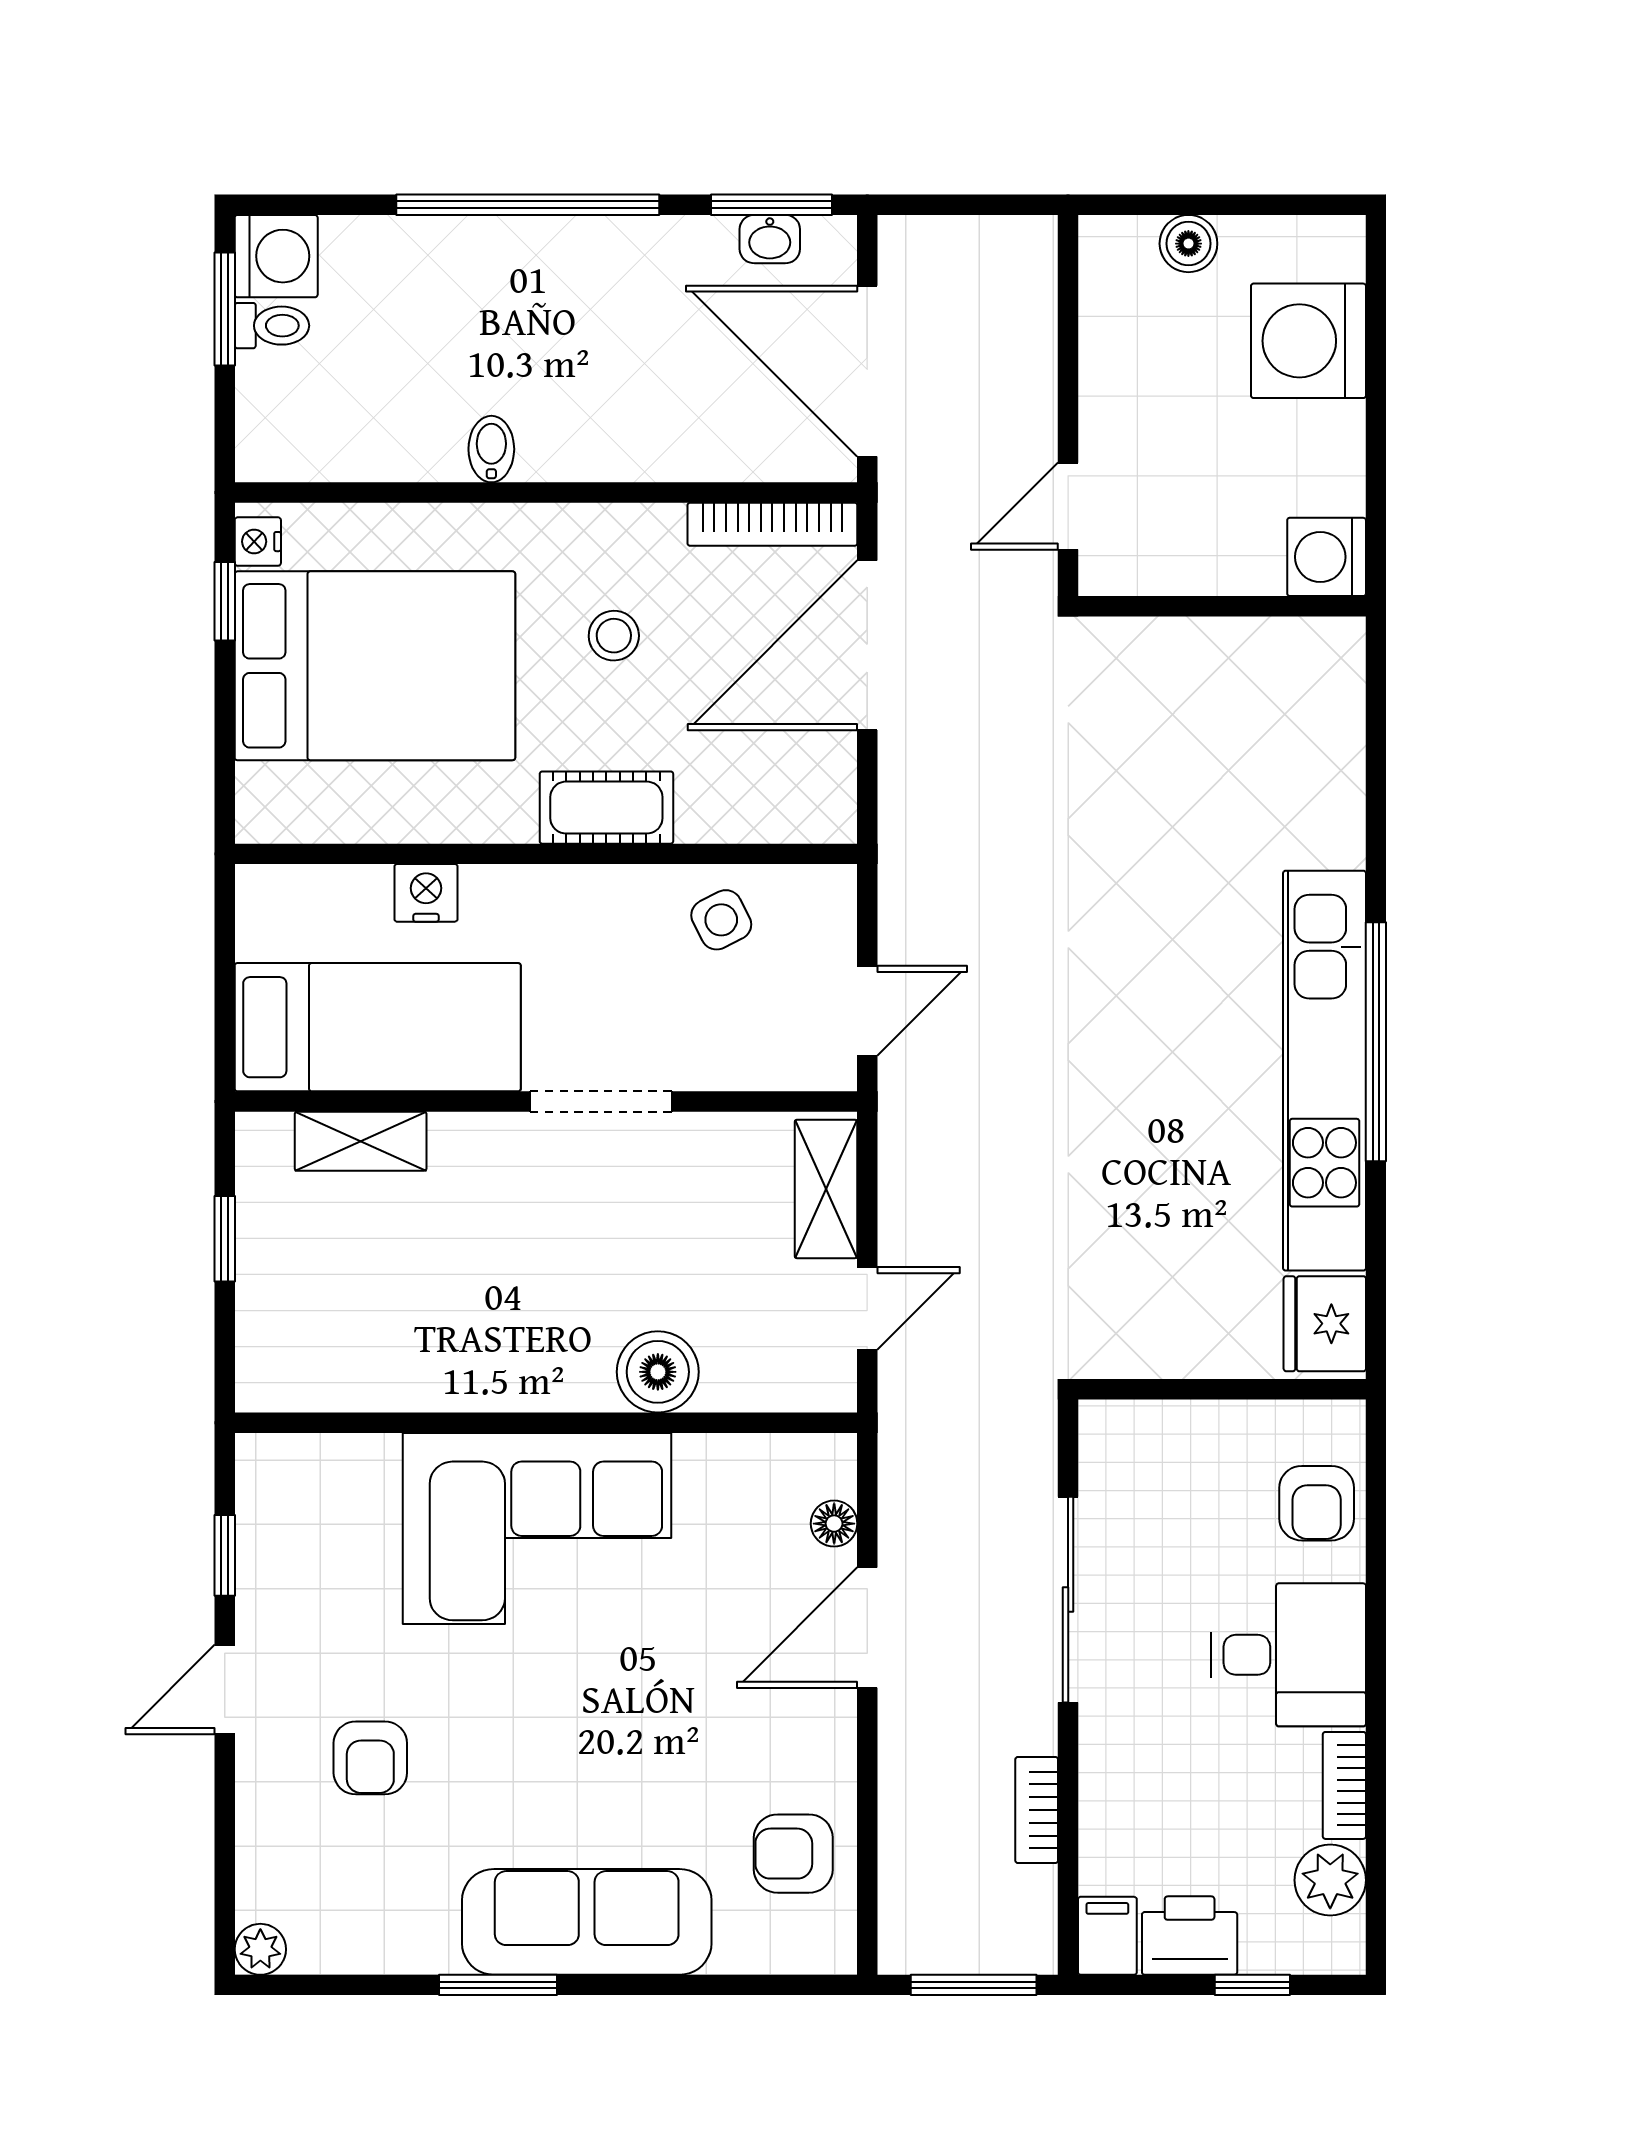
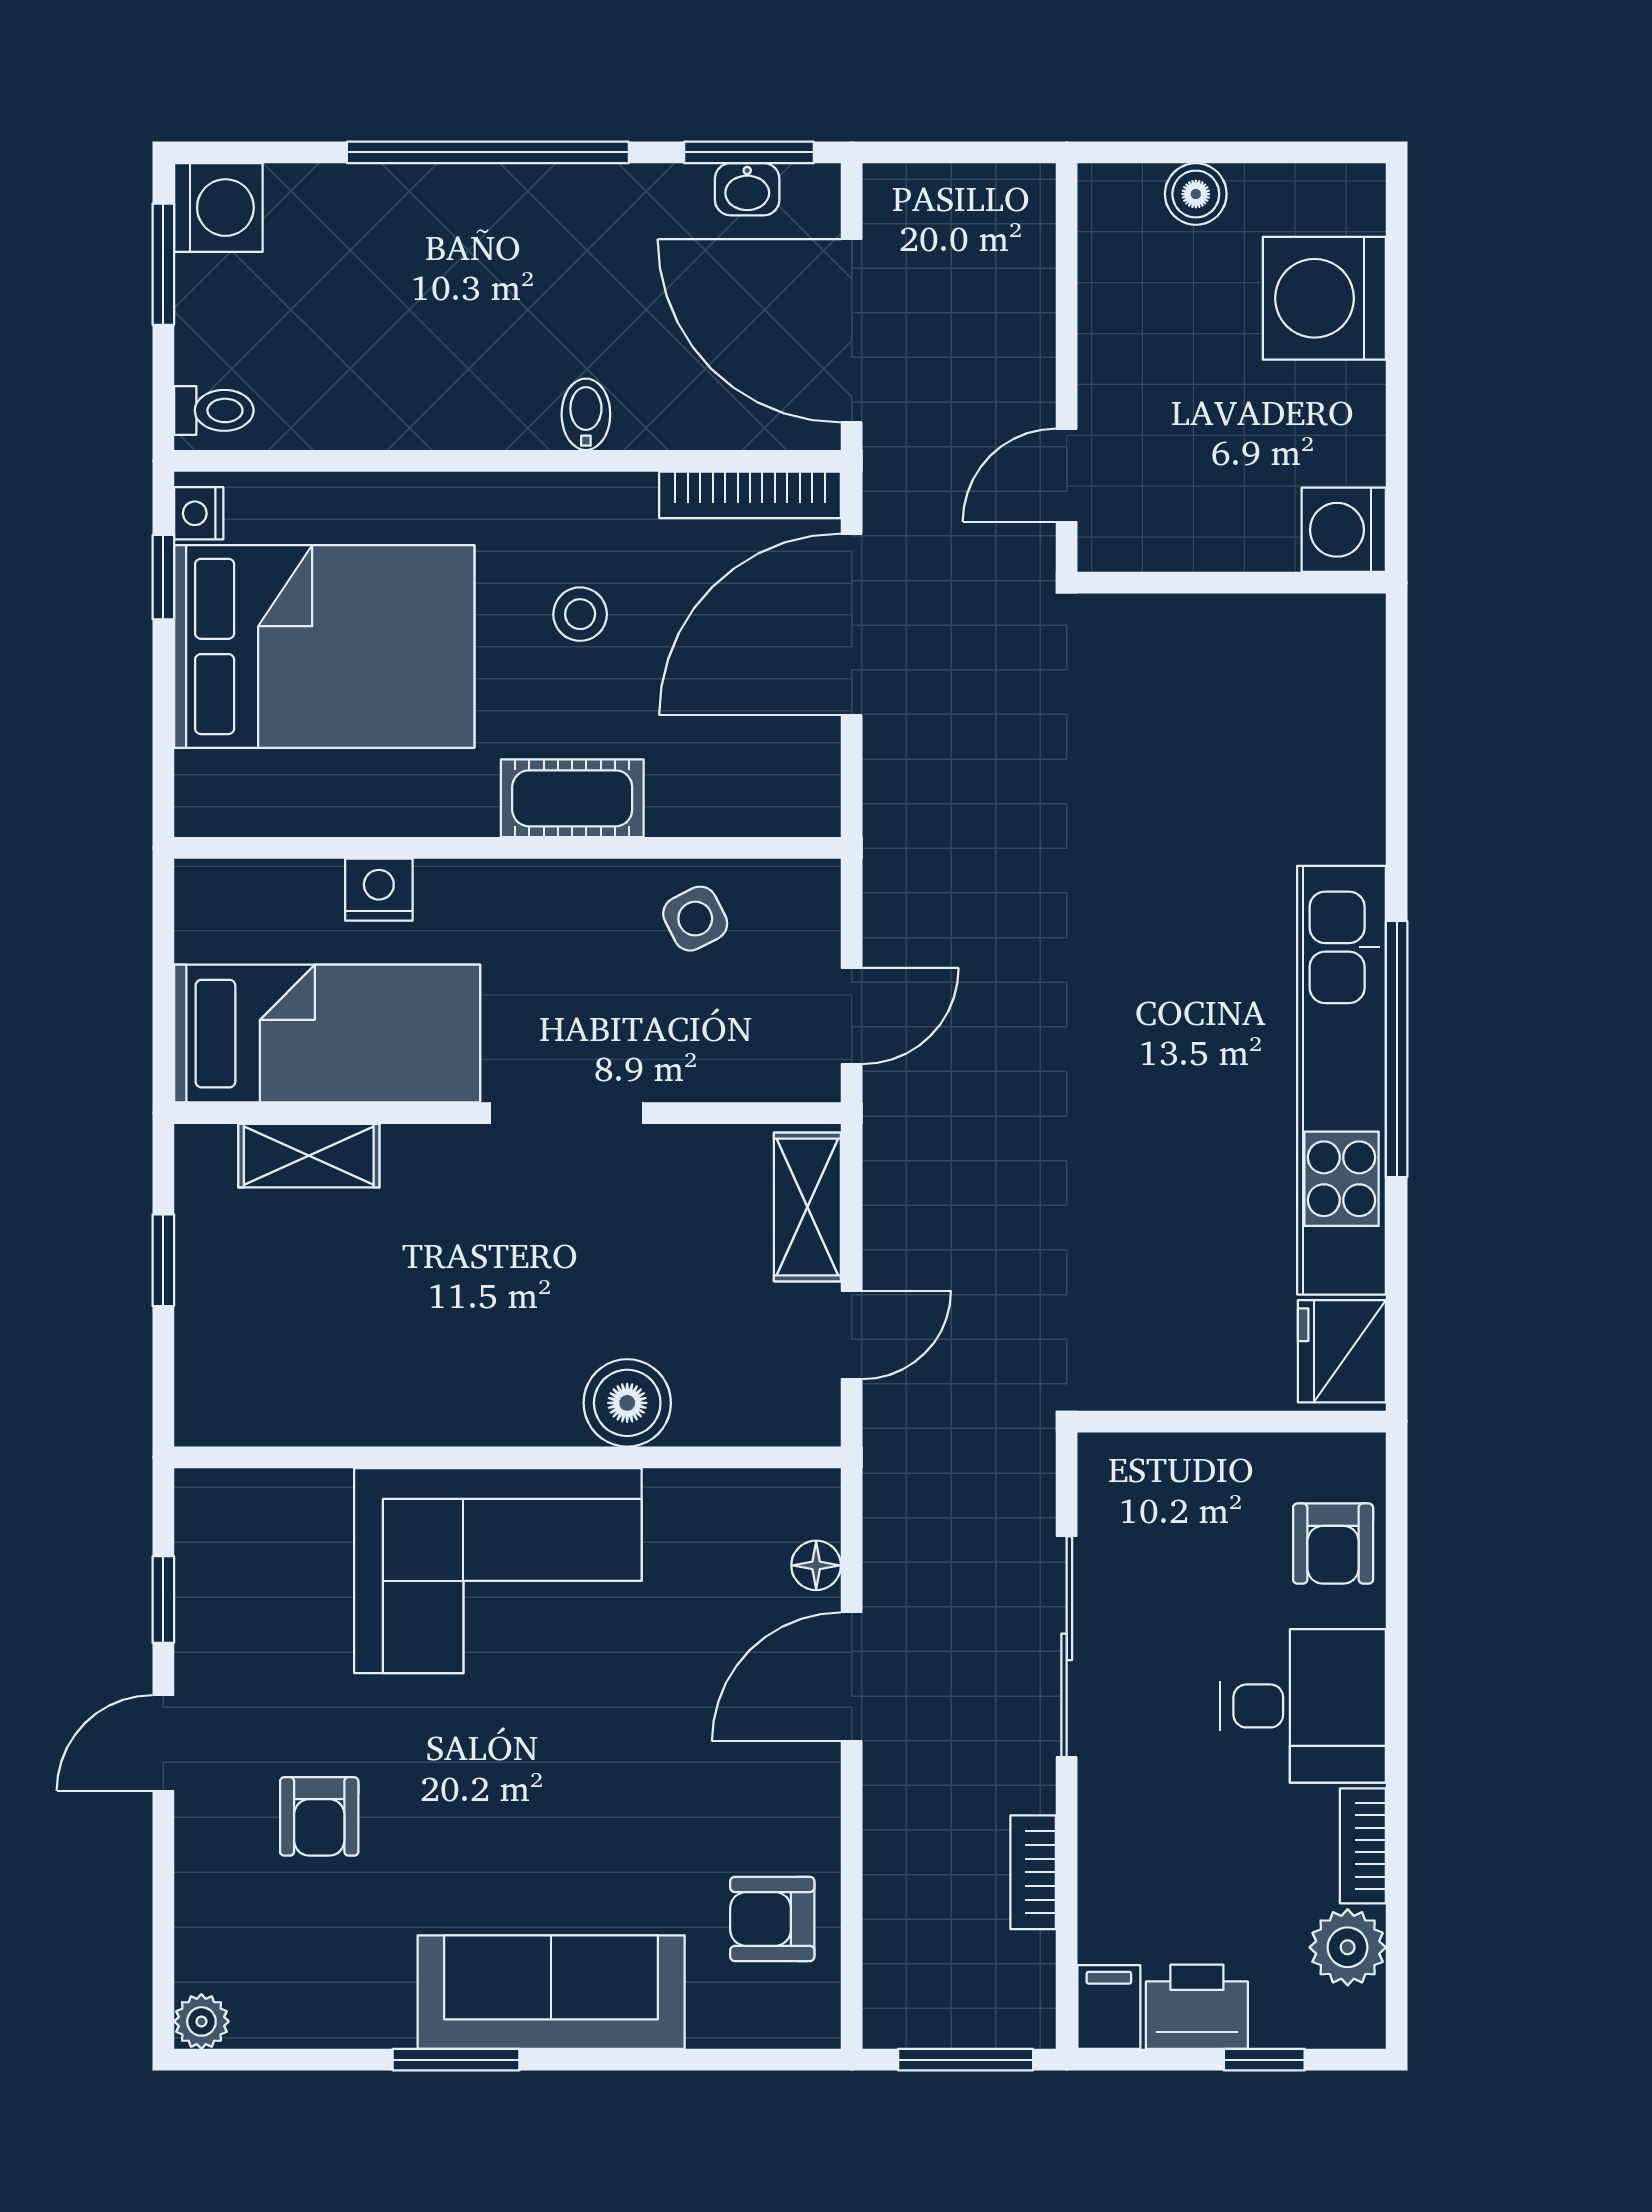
toilet: (272, 326) -> (214, 410), moved
bidet: (491, 449) -> (586, 414), moved

